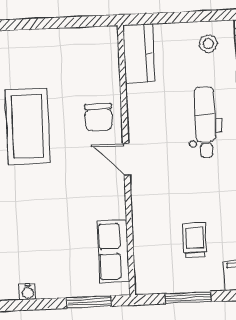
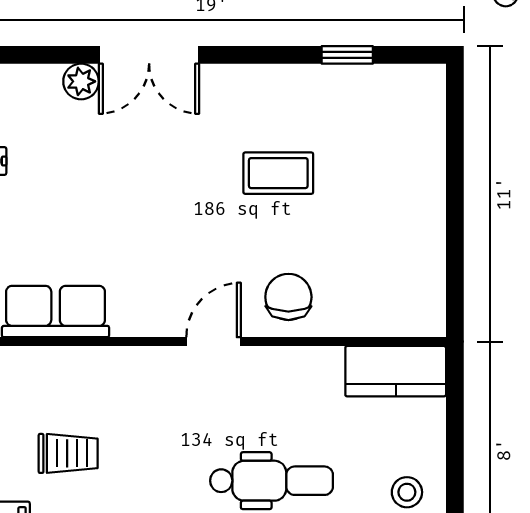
chair: (99, 117) -> (288, 297), turned 90
coffee table: (27, 126) -> (278, 173), width x0.54, depth x0.58

